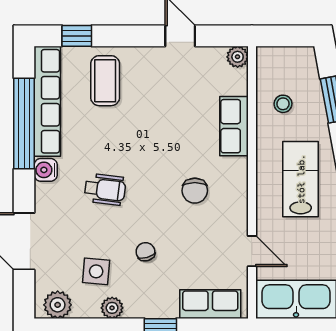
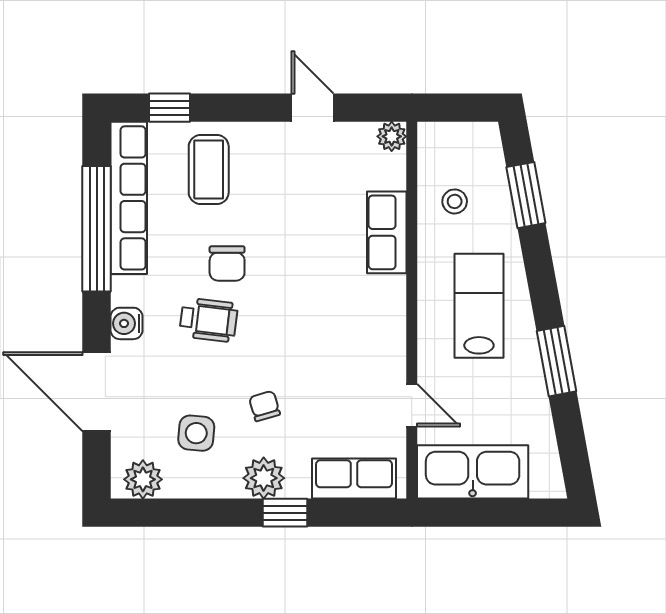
water cooler: (46, 170) -> (127, 323), moved
chair: (195, 191) -> (227, 263), moved
plant: (112, 308) -> (264, 478), moved, width x1.38, depth x1.38

